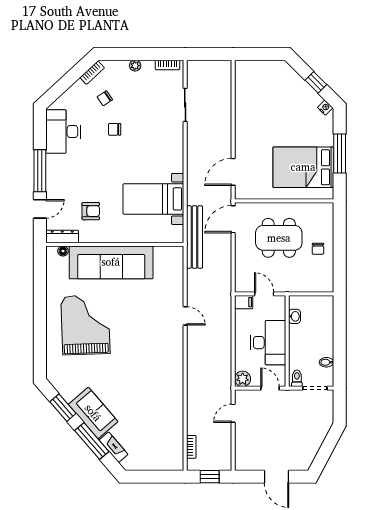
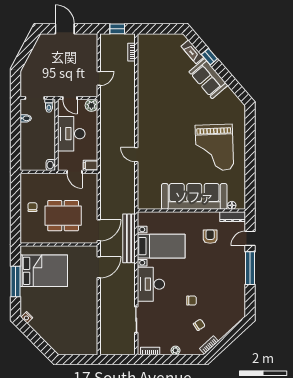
window: (316, 82) -> (34, 337), removed
desk: (63, 132) -> (151, 284), moved, turned 180
armchair: (91, 211) -> (210, 237), turned 90
bench: (195, 237) -> (129, 238), moved
washbasin: (294, 316) -> (51, 165), moved
window: (63, 408) -> (232, 83), removed
window: (92, 441) -> (209, 57), width x0.46

